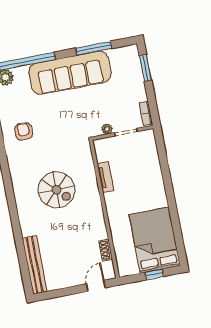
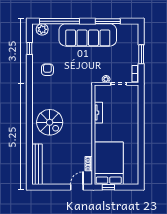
window: (145, 68) -> (141, 54), moved
spiral stairs: (56, 190) -> (50, 122), moved
bed: (155, 240) -> (109, 163), moved
window: (154, 274) -> (108, 187), moved

